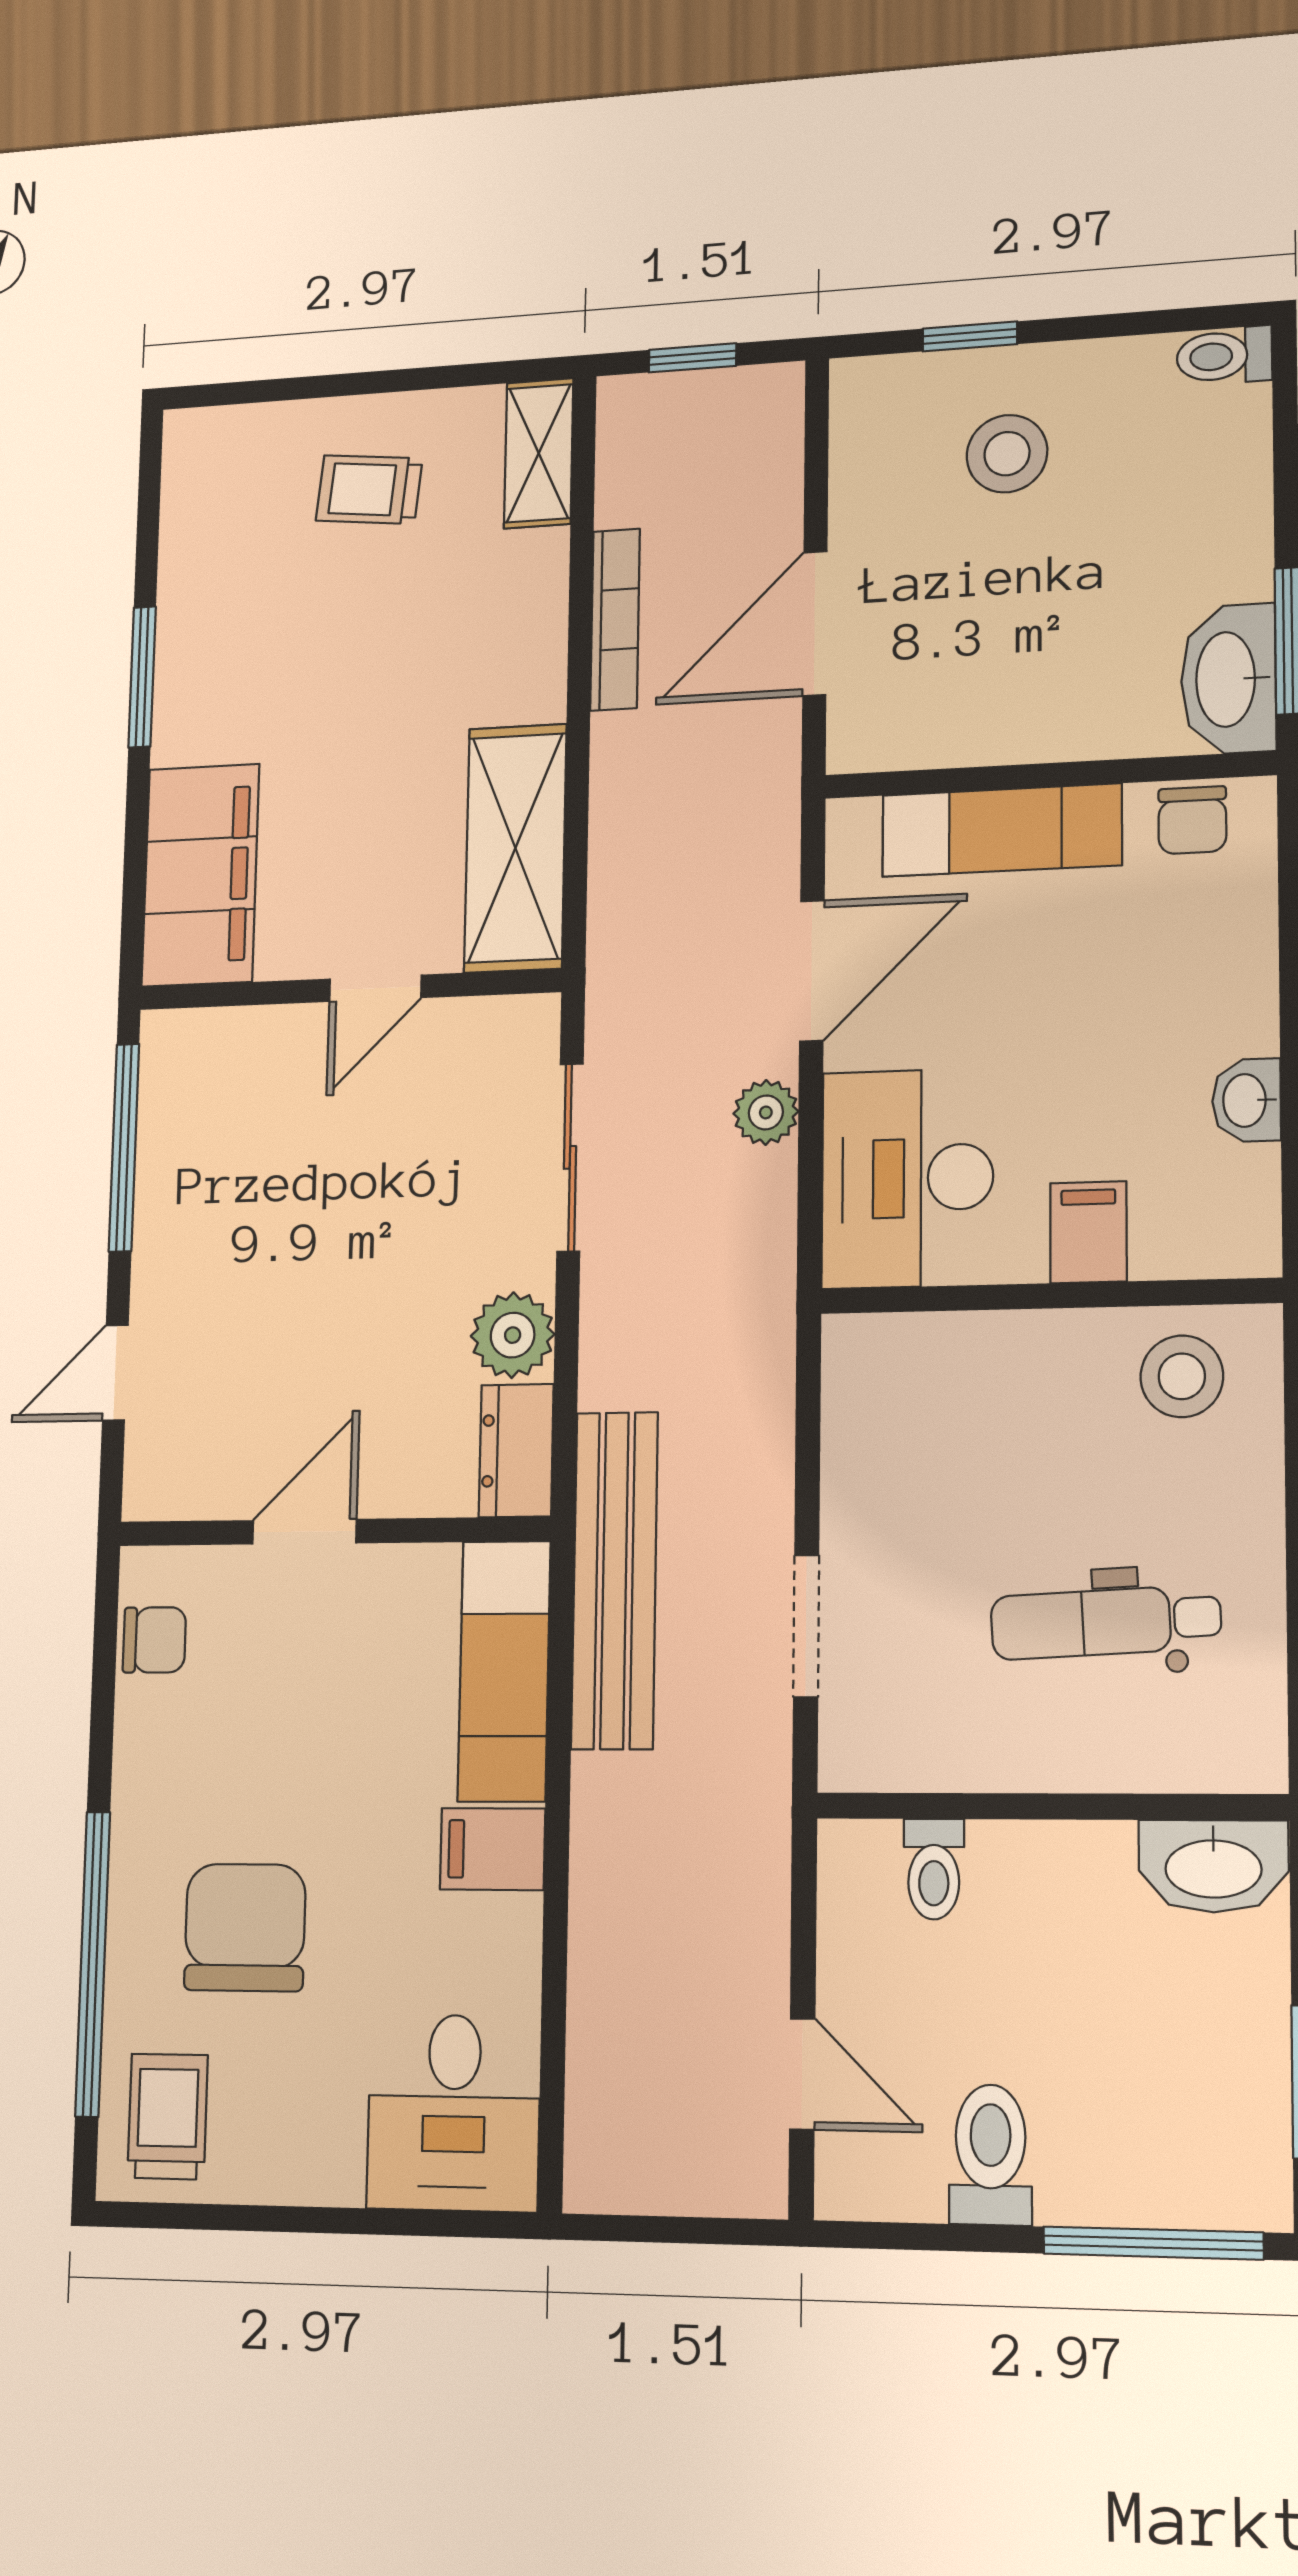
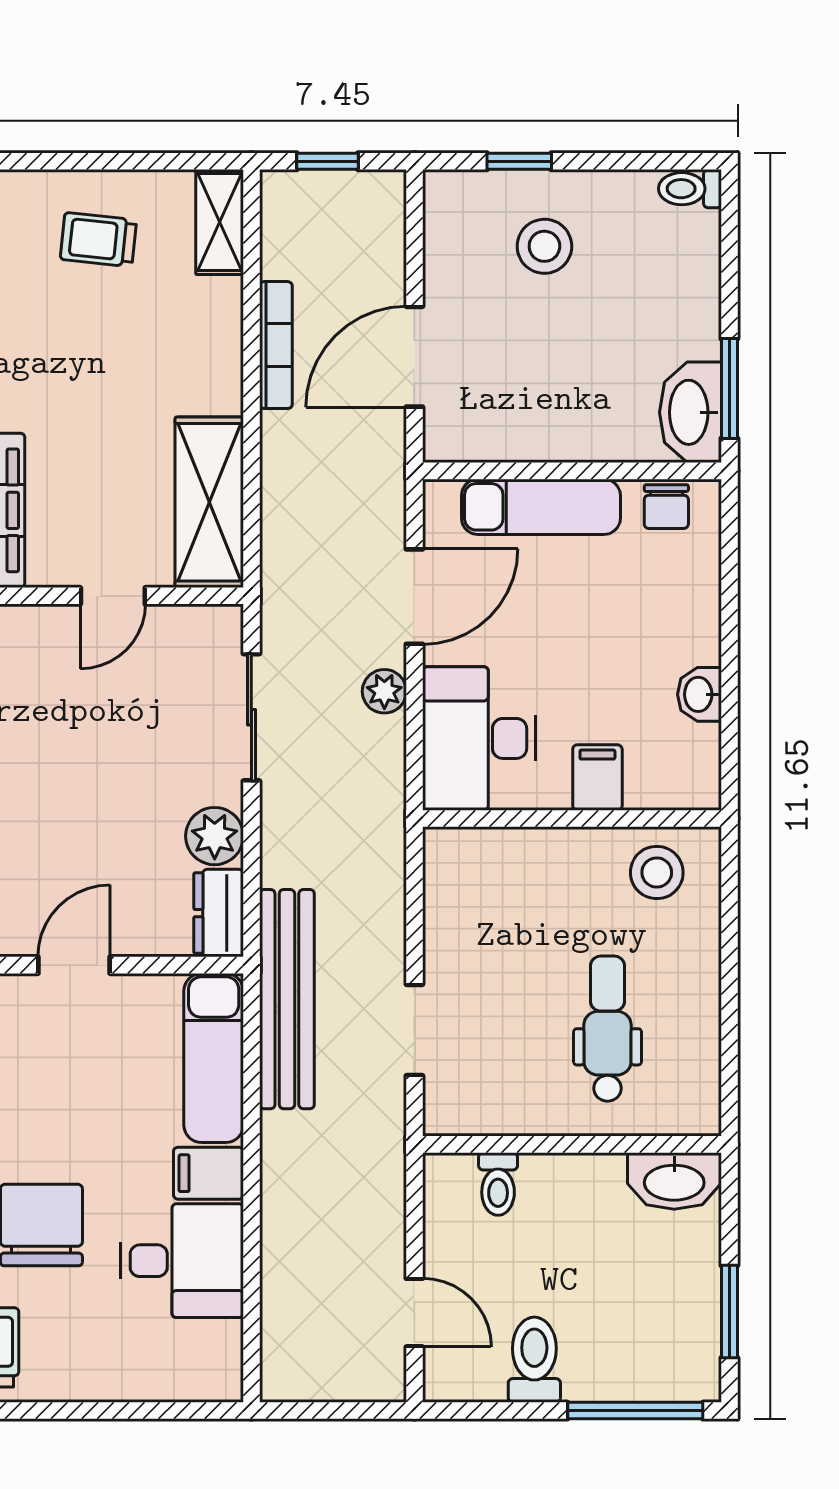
dental chair: (1106, 1622) -> (608, 1029), turned 93
desk: (454, 2113) -> (182, 1261), moved, turned -90

